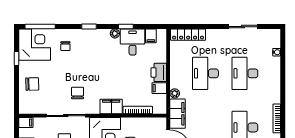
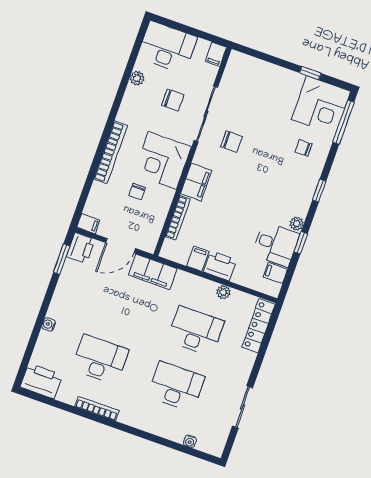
chair: (32, 84) -> (267, 82), removed
plant: (175, 93) -> (223, 292), moved

